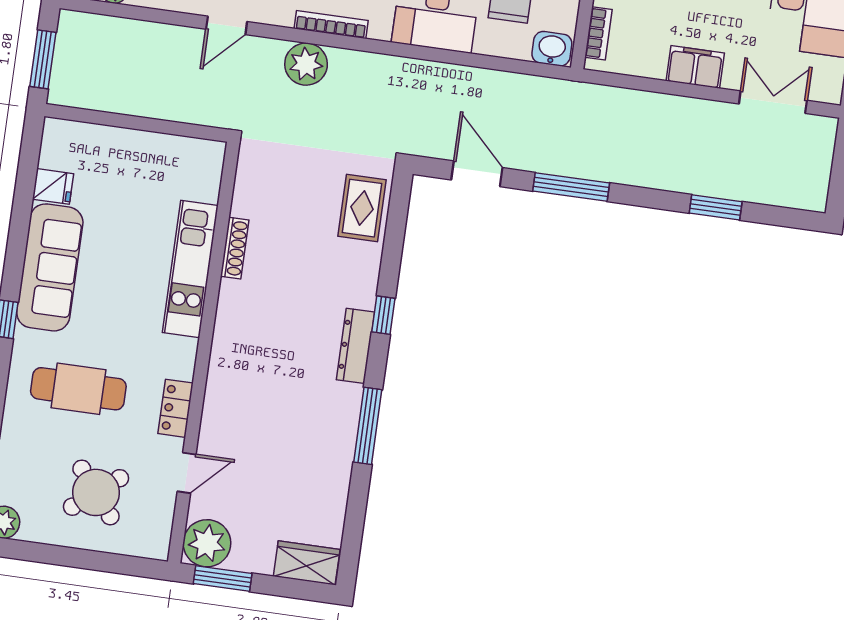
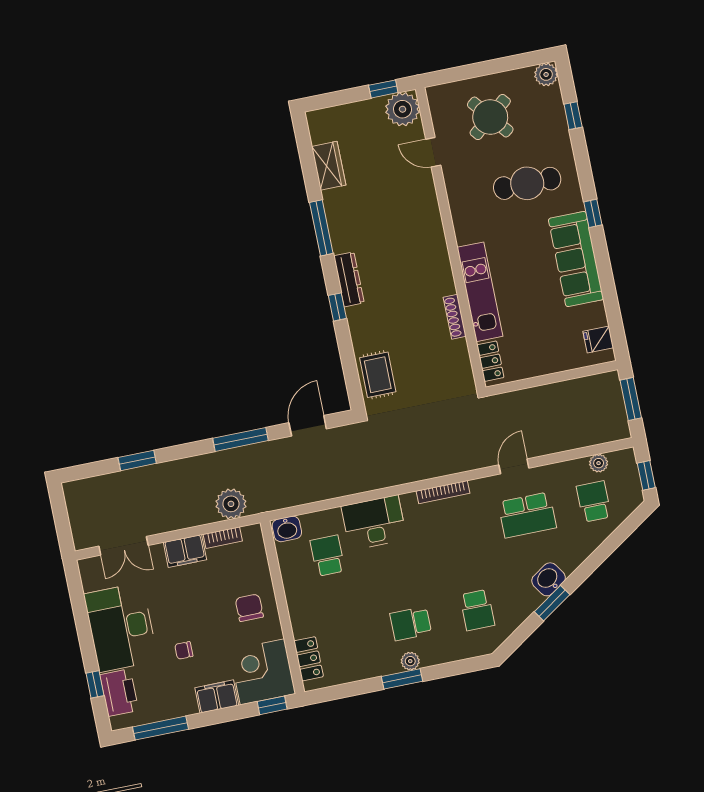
bookcase: (598, 33) -> (223, 538), moved, turned -90
plant: (306, 64) -> (231, 504), moved
door: (477, 174) -> (308, 426), swing flipped
fridge: (53, 186) -> (598, 340), moved
locker: (176, 408) -> (490, 361), moved
door: (187, 473) -> (433, 152), hinge flipped
wardrobe: (307, 563) -> (329, 166), moved, turned -90
window: (223, 579) -> (383, 89), width x0.67

